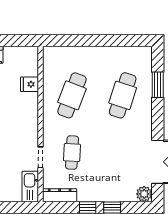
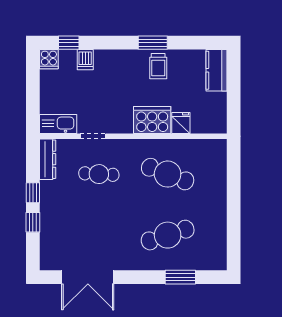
cafe table: (123, 95) -> (168, 235), turned -36
cooker: (27, 108) -> (152, 120), added
plant: (144, 194) -> (49, 261), removed

